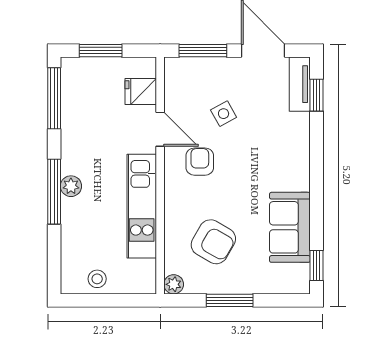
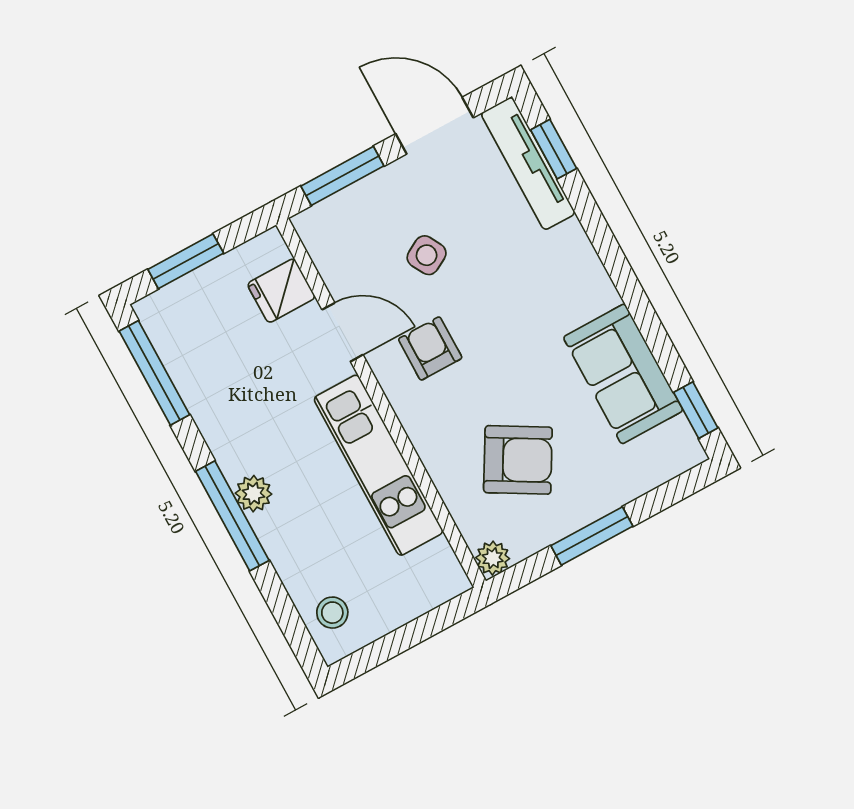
tv unit: (300, 84) -> (528, 163), width x1.41
stool: (97, 279) -> (332, 613), moved

